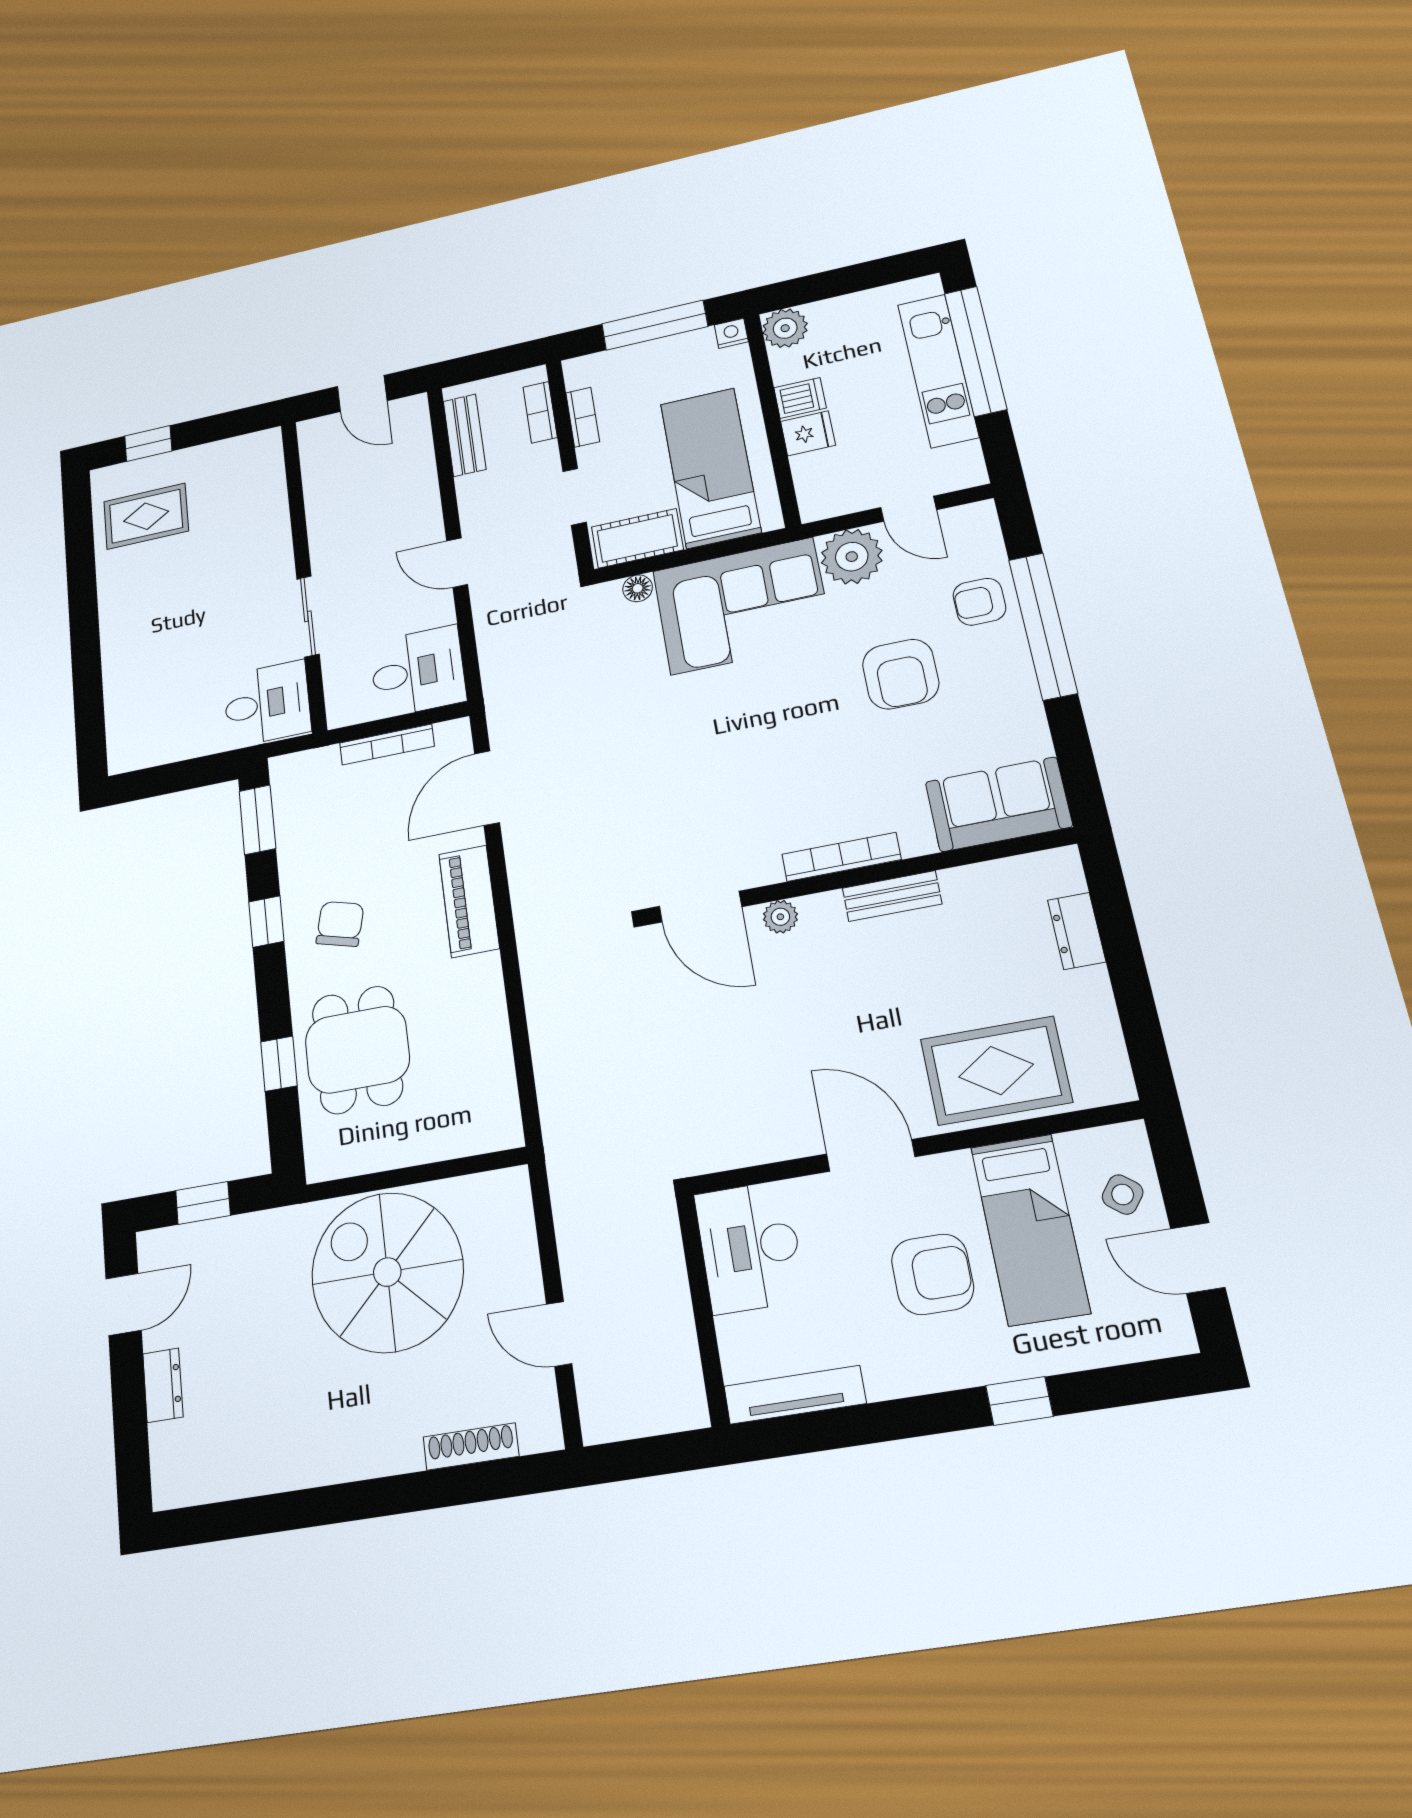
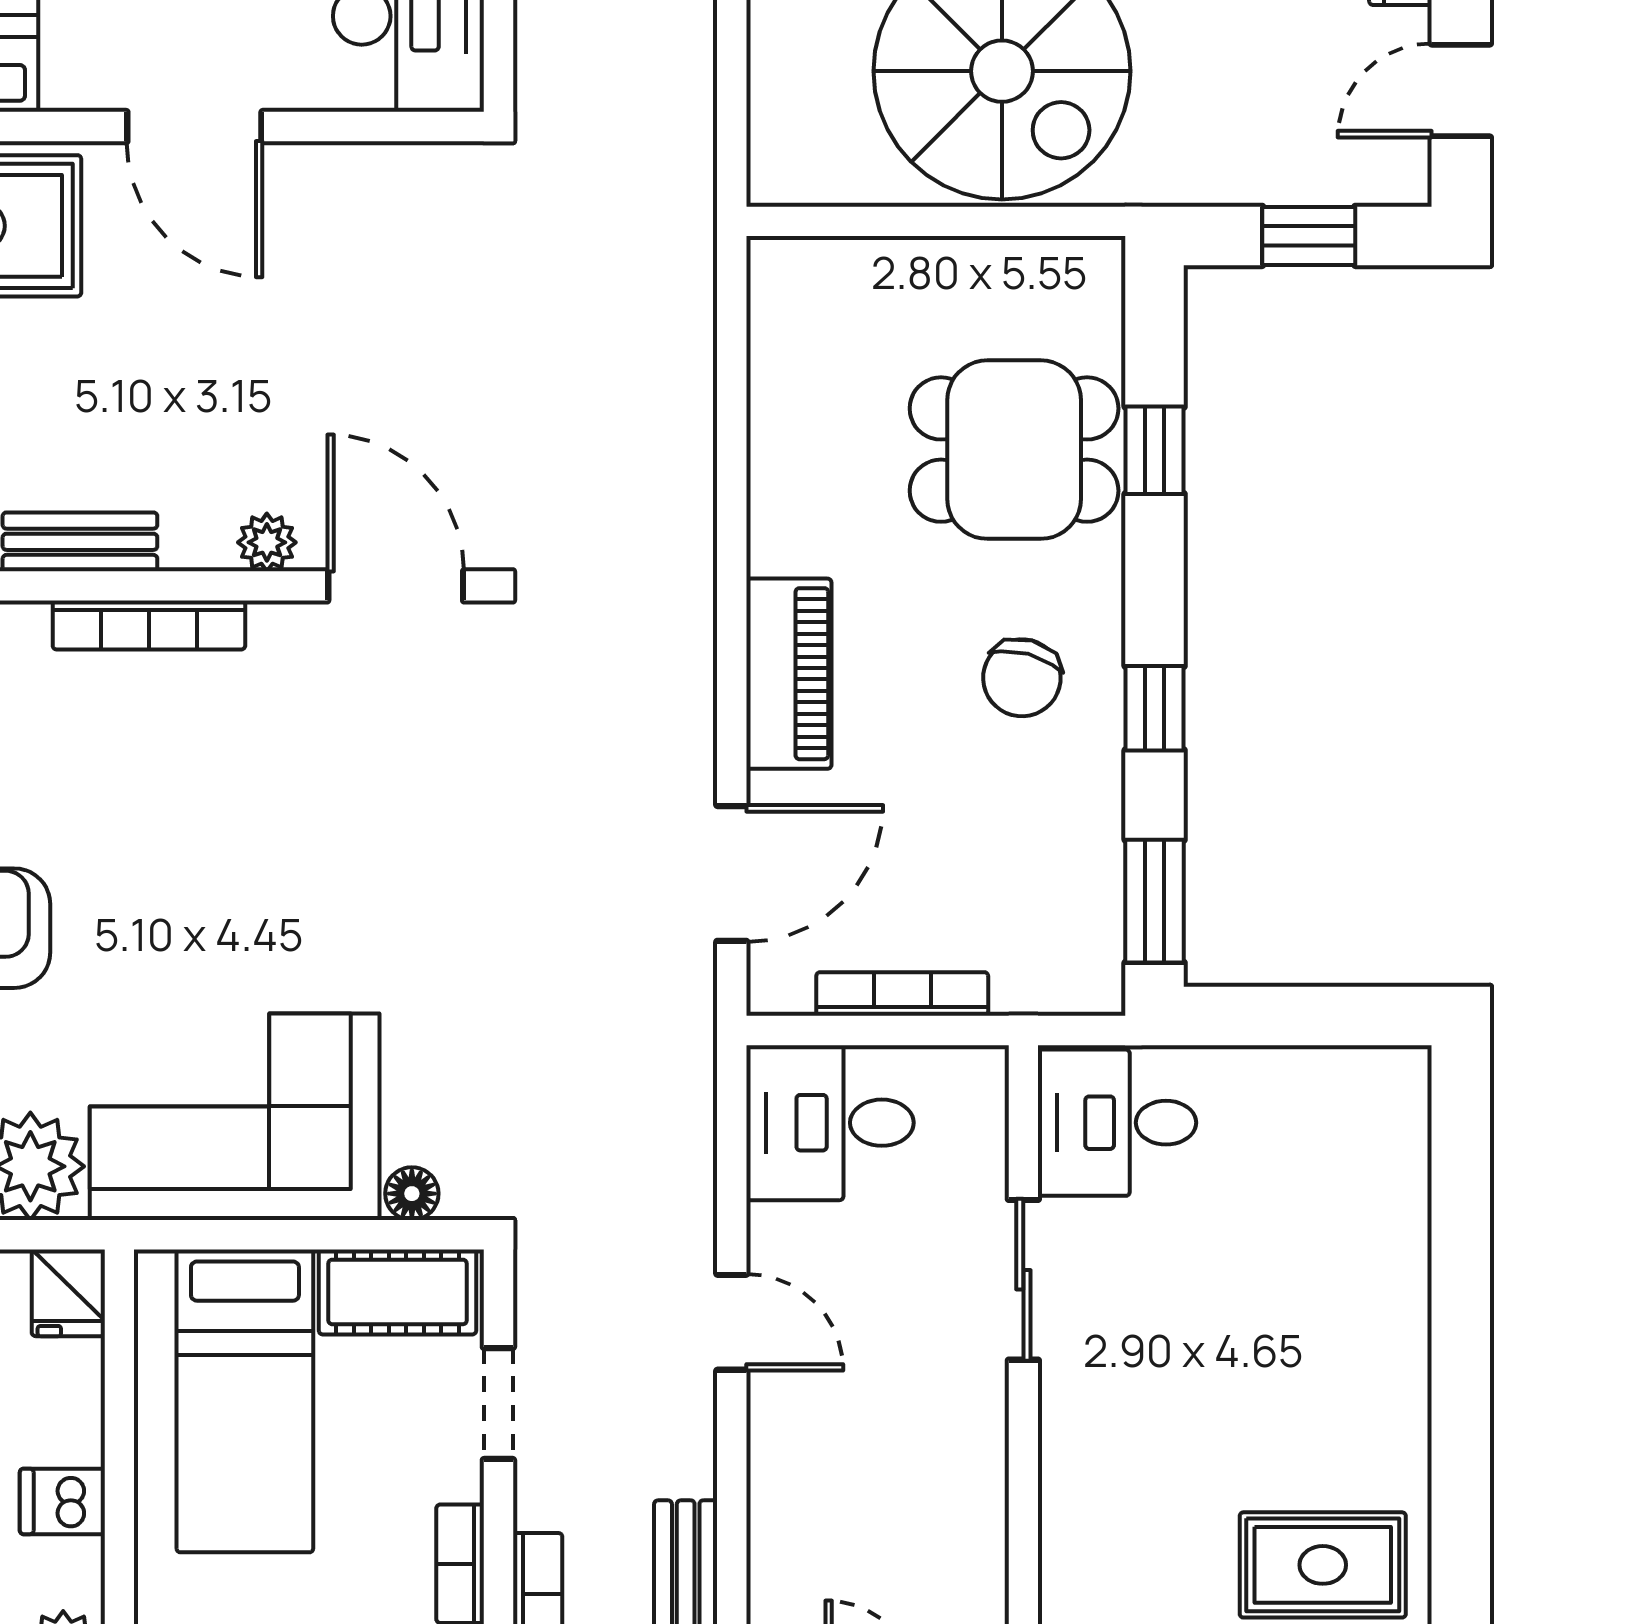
fridge: (808, 433) -> (68, 1293), moved, turned -90
dining table: (357, 1050) -> (1014, 450), turned 90

